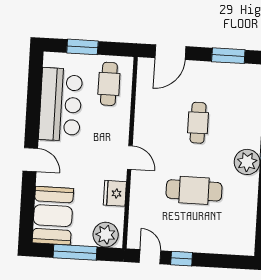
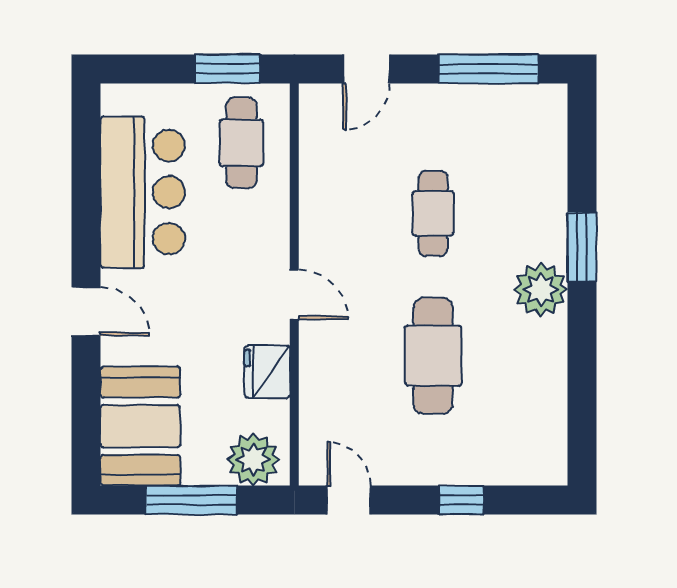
window: (82, 47) -> (227, 69), moved
door: (170, 52) -> (366, 69), width x0.73
window: (228, 56) -> (488, 69), width x1.44
cafe table: (194, 190) -> (433, 356), turned 90
window: (182, 259) -> (461, 500), moved

